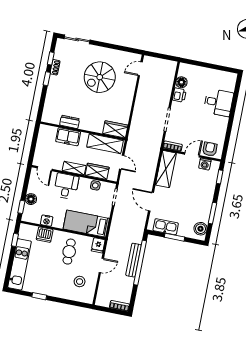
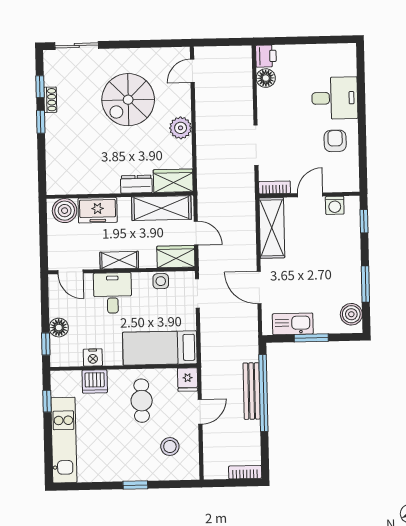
printer: (179, 95) -> (266, 56), moved
plant: (126, 100) -> (181, 128), added
dresser: (70, 122) -> (136, 184), moved
boiler: (49, 133) -> (65, 211), added
armchair: (210, 149) -> (335, 141), moved
wardrobe: (97, 171) -> (176, 257), moved
window: (39, 296) -> (135, 485), moved

